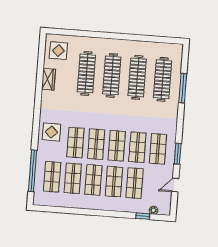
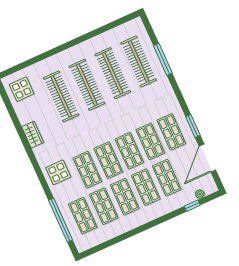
wardrobe: (48, 79) -> (33, 135), moved
door: (175, 185) -> (207, 158), width x1.87

